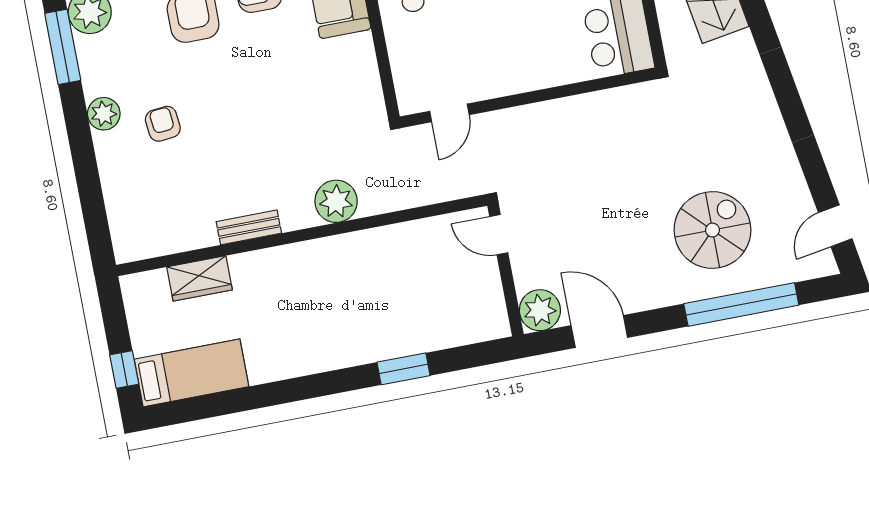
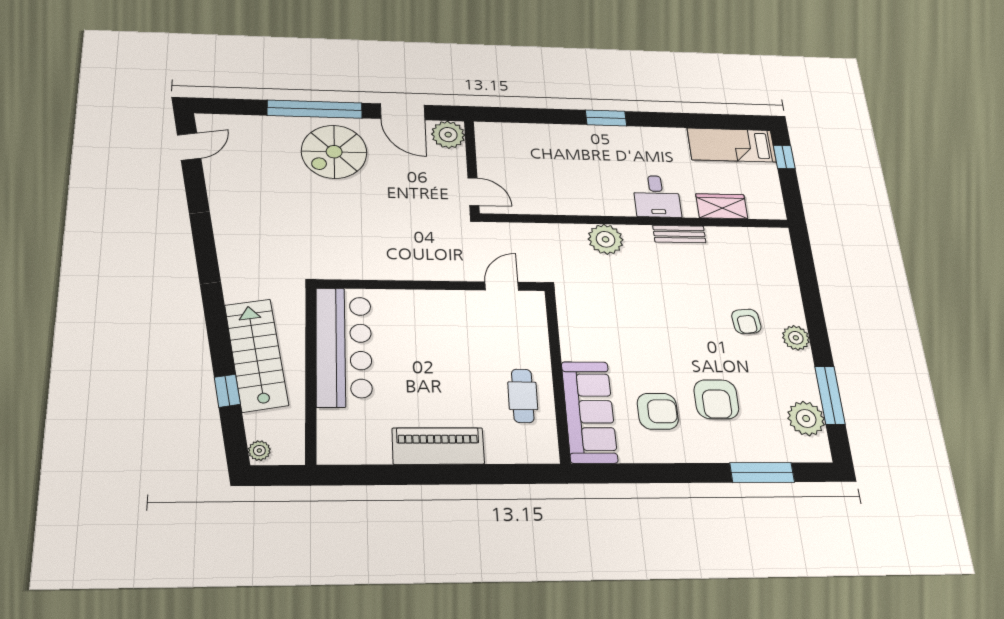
spiral stairs: (712, 230) -> (334, 152), moved
desk: (280, 276) -> (657, 196), added
window: (741, 304) -> (315, 109), moved
window: (404, 369) -> (606, 118), moved

